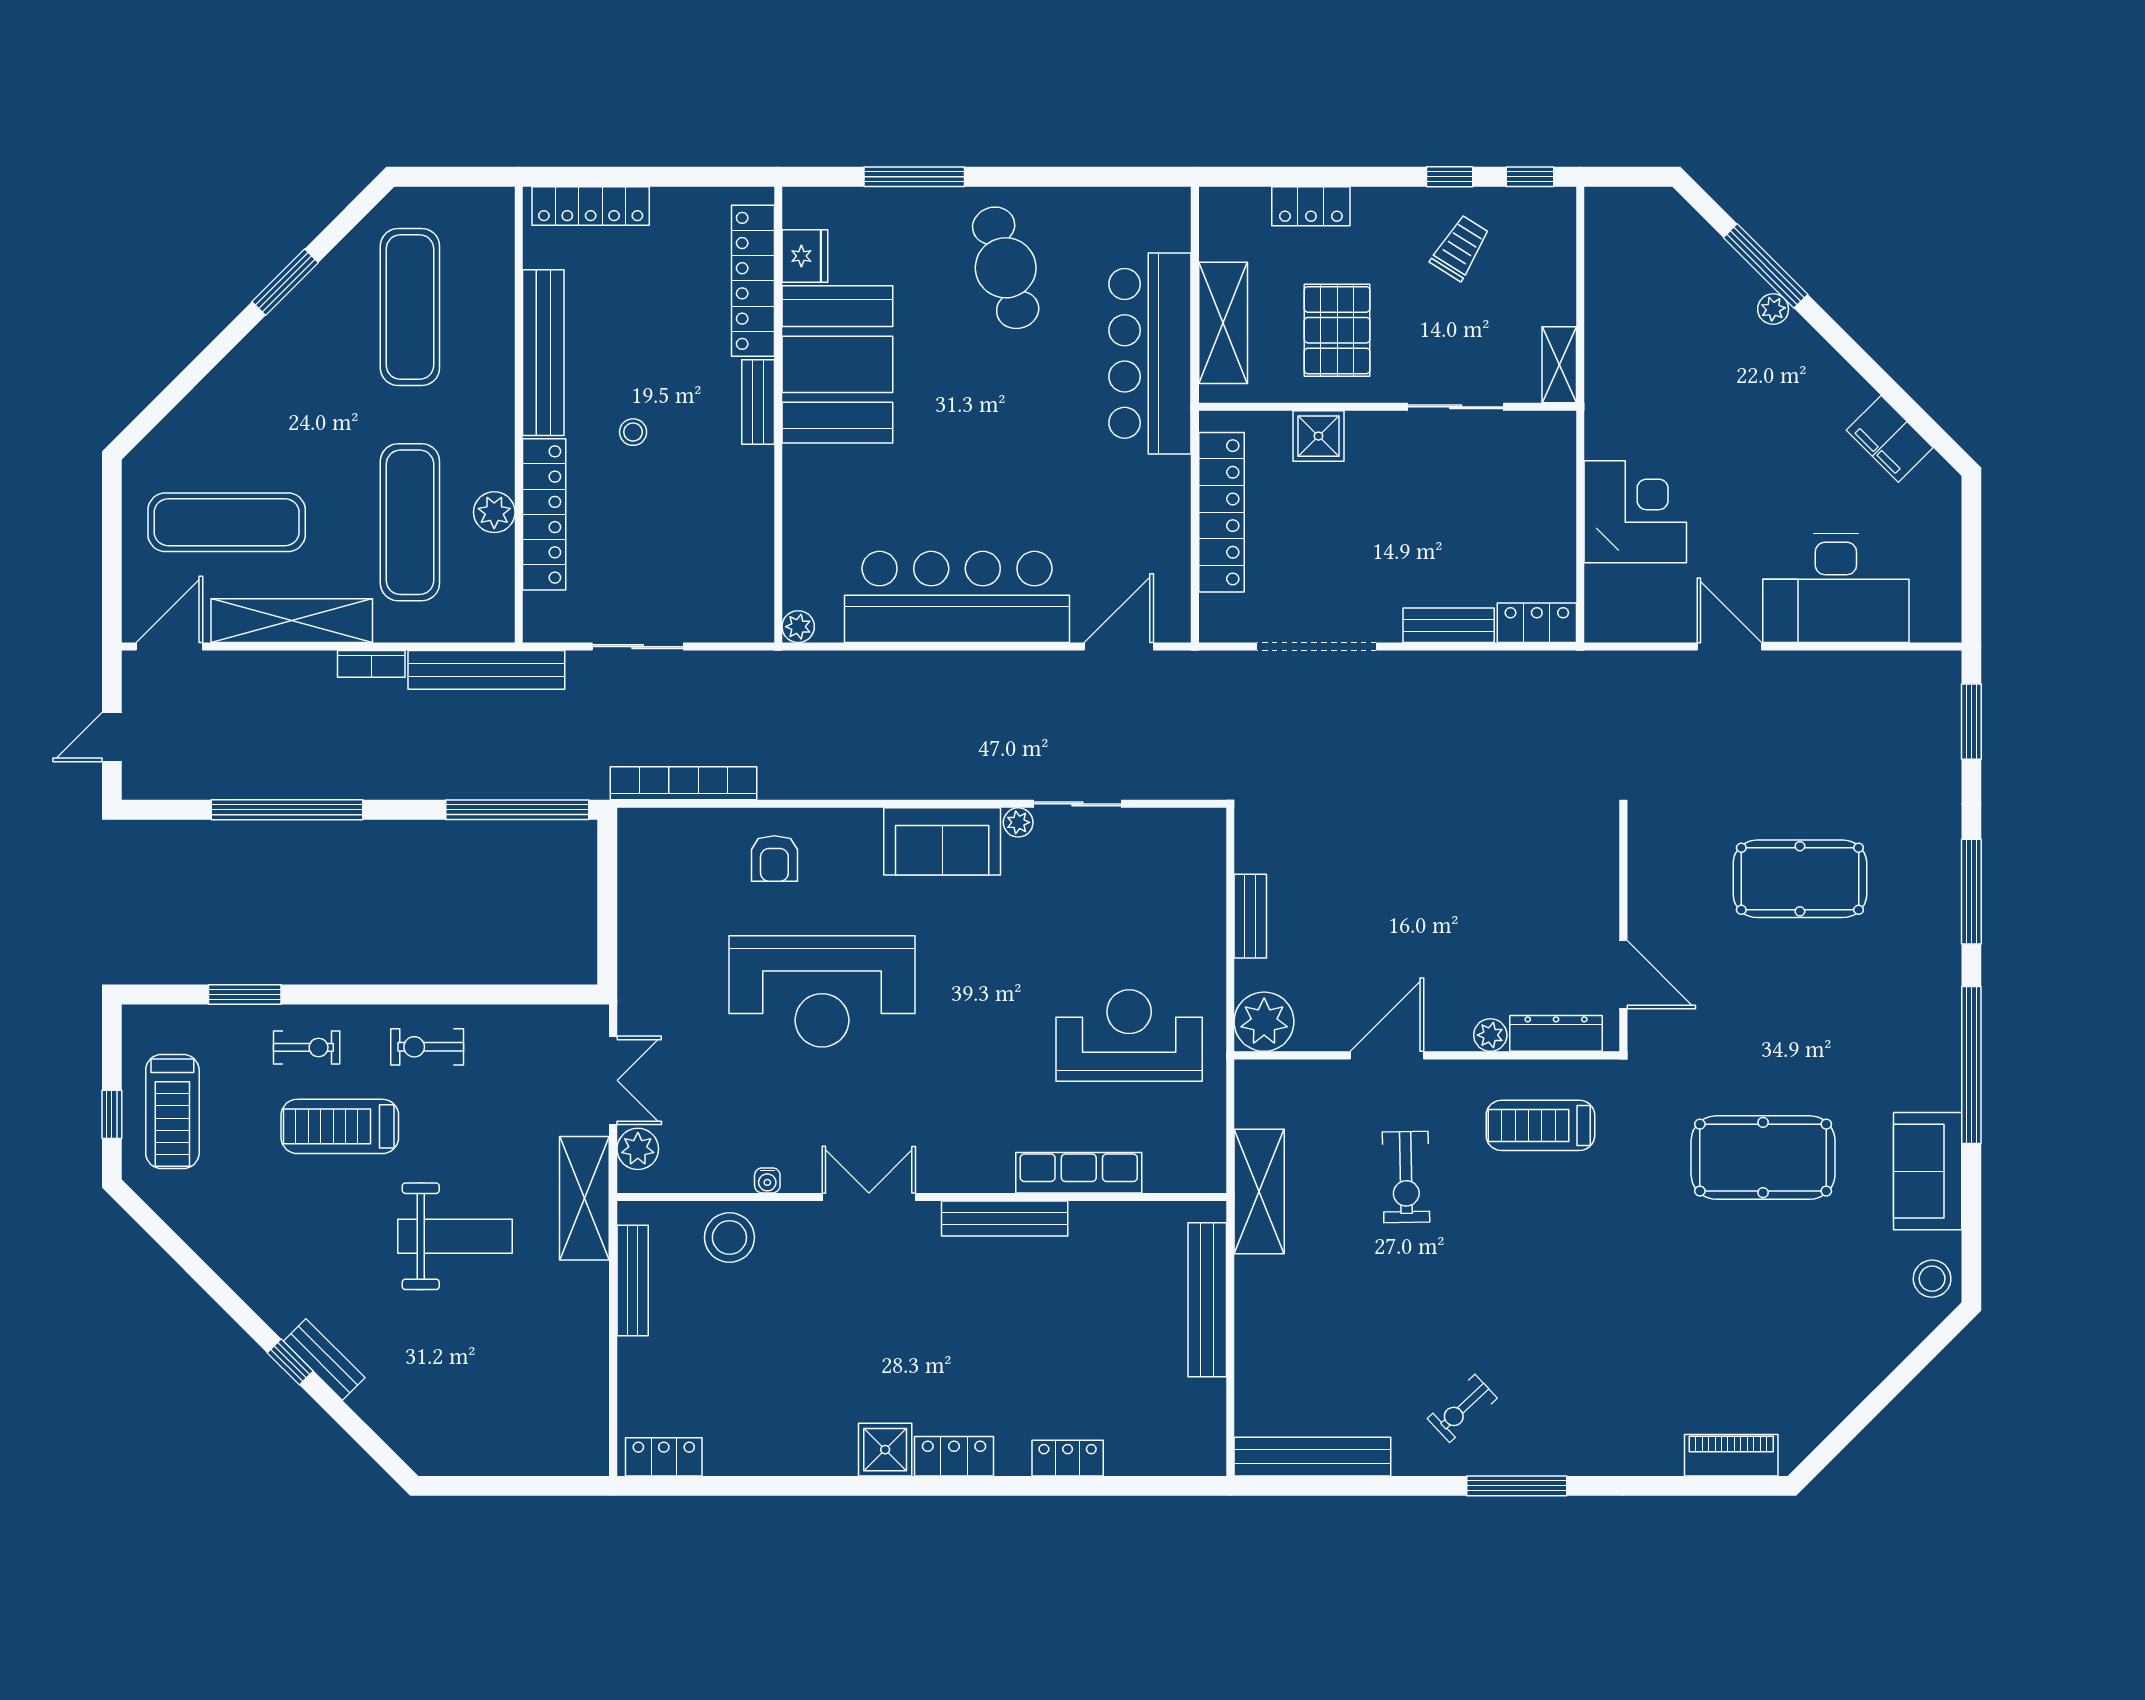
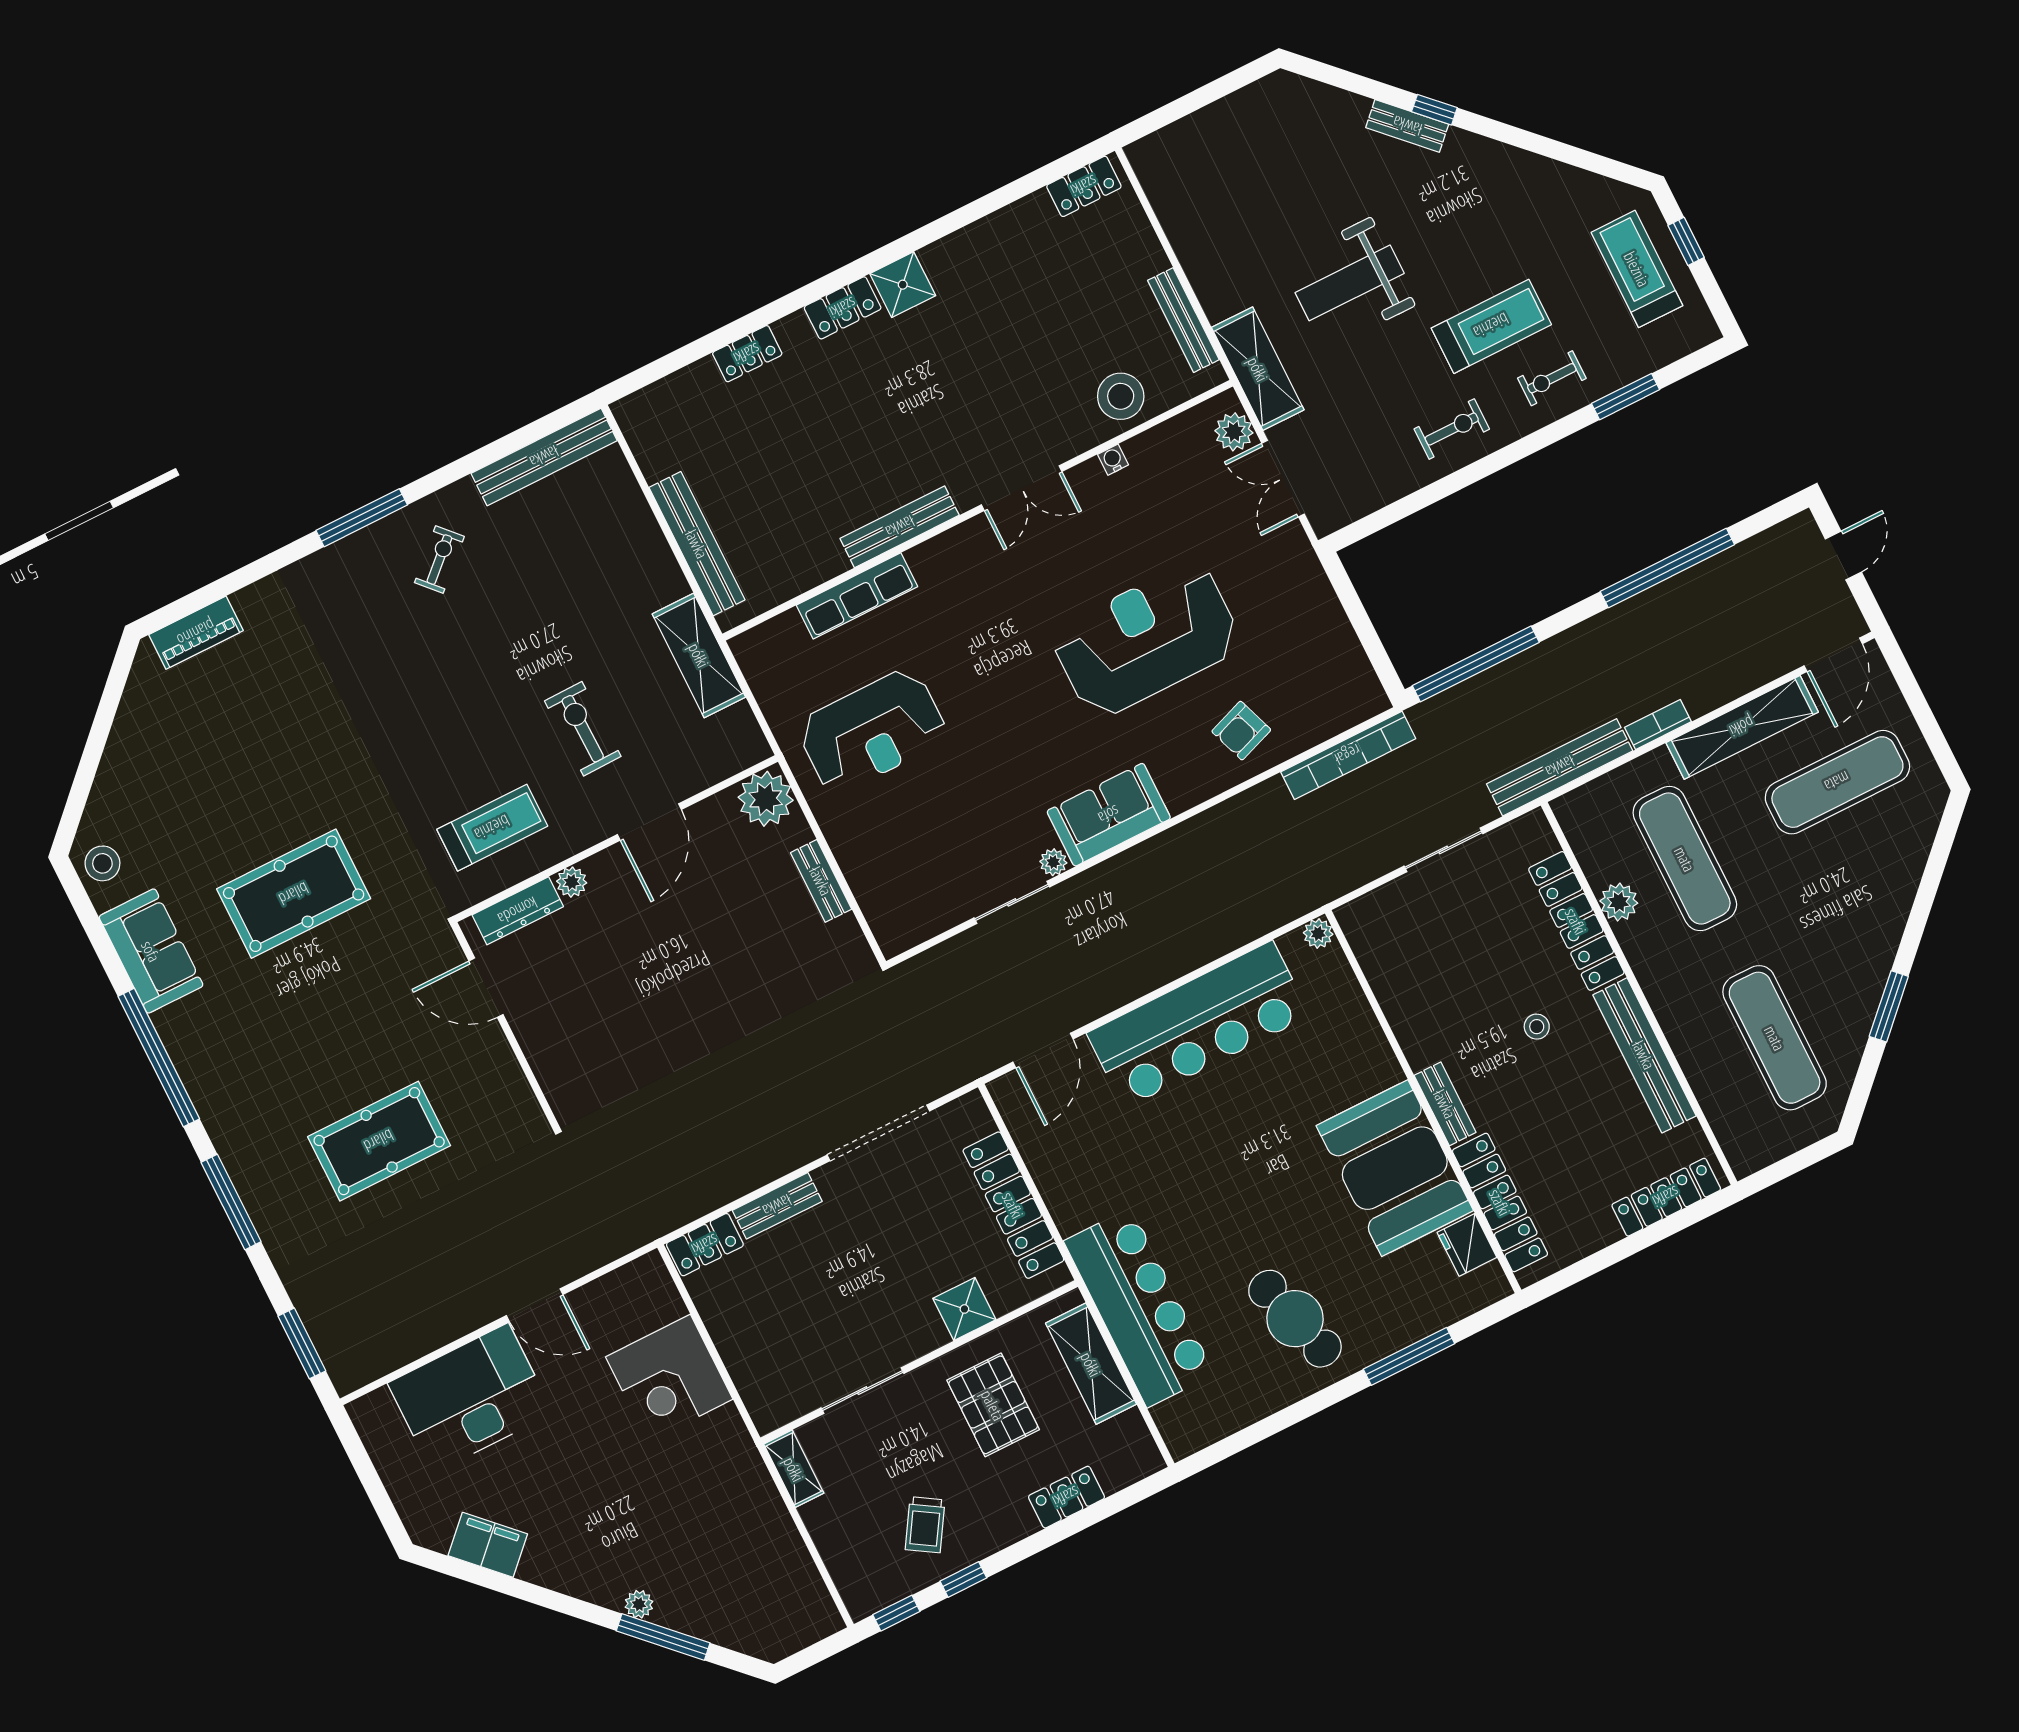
armchair: (774, 858) -> (1241, 731), turned -110

